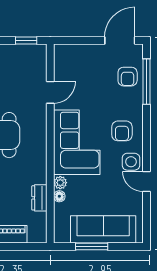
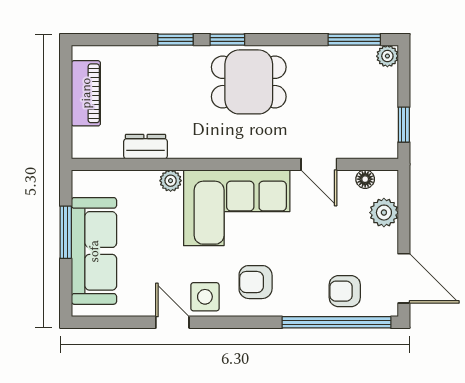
plant: (80, 53) -> (384, 213), added
window: (147, 82) -> (336, 322), width x1.46
door: (147, 182) -> (172, 322), hinge flipped
floor lamp: (59, 196) -> (365, 179), moved

